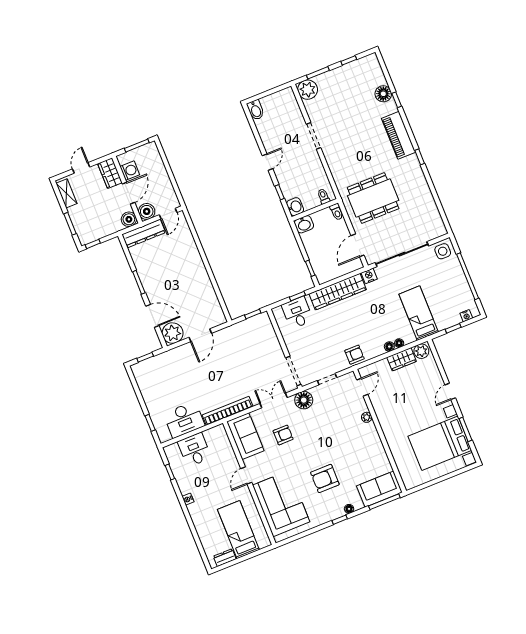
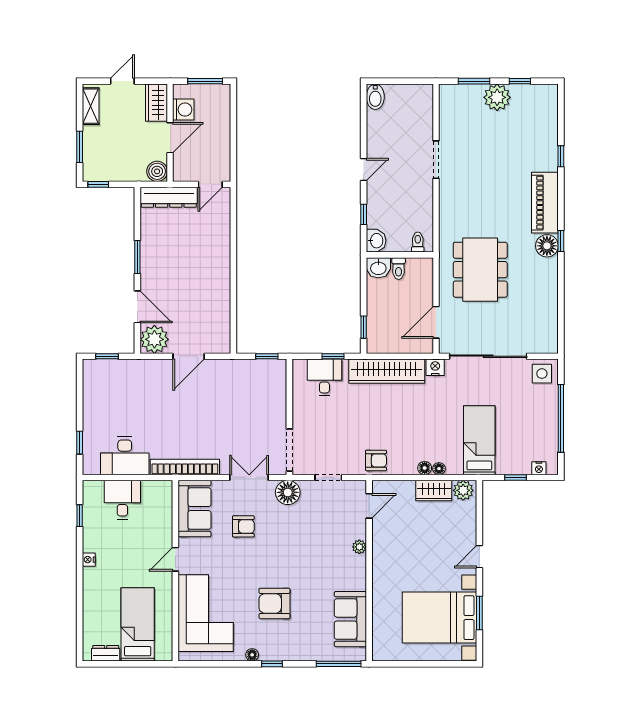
plant: (308, 90) -> (497, 97), moved
floor lamp: (383, 94) -> (547, 246), moved
dining table: (373, 198) -> (480, 270), turned 90
boiler: (147, 211) -> (184, 170), removed
toilet: (337, 212) -> (399, 269), moved
sofa: (379, 489) -> (350, 619), moved, turned -90
floor lamp: (349, 509) -> (252, 655), moved

